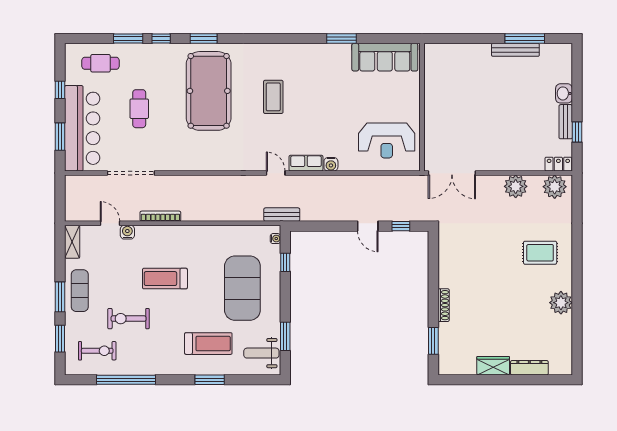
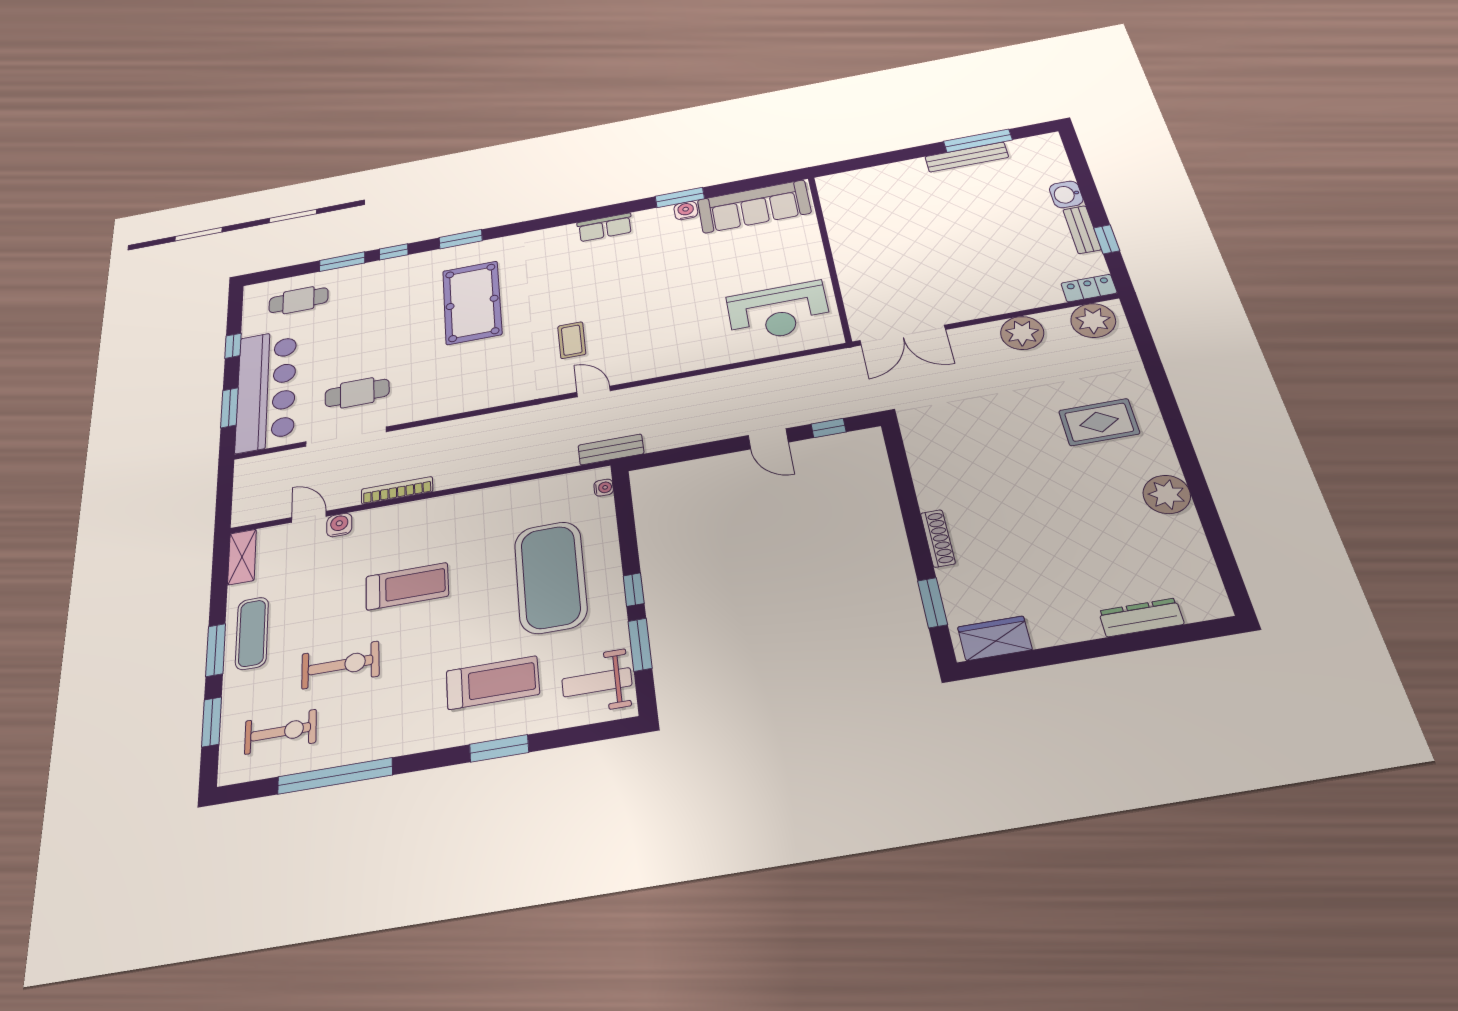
pool table: (209, 91) -> (472, 302), width x0.73, depth x0.76
coffee table: (273, 97) -> (572, 340), moved, width x0.73, depth x0.77
cafe table: (139, 109) -> (357, 393), moved, turned 90
row of seats: (306, 163) -> (605, 227), moved, turned 180
water cooler: (331, 164) -> (686, 211), moved, turned 180
window: (285, 262) -> (634, 590), moved
treadmill: (165, 279) -> (407, 586), turned 180
exercise bike: (128, 319) -> (340, 665), turned 180
wardrobe: (493, 366) -> (995, 638), moved

